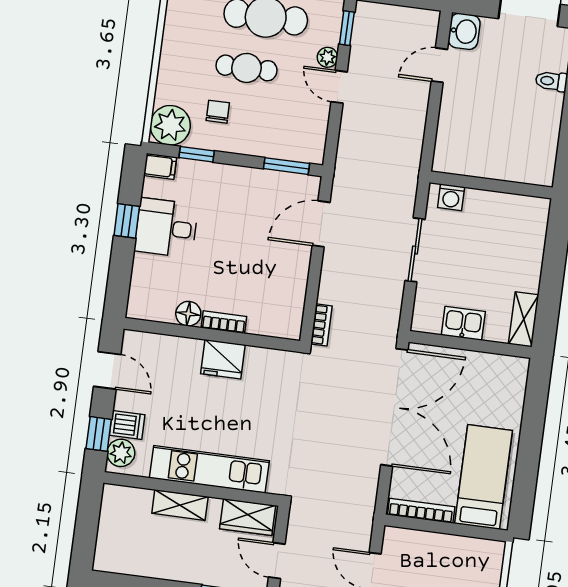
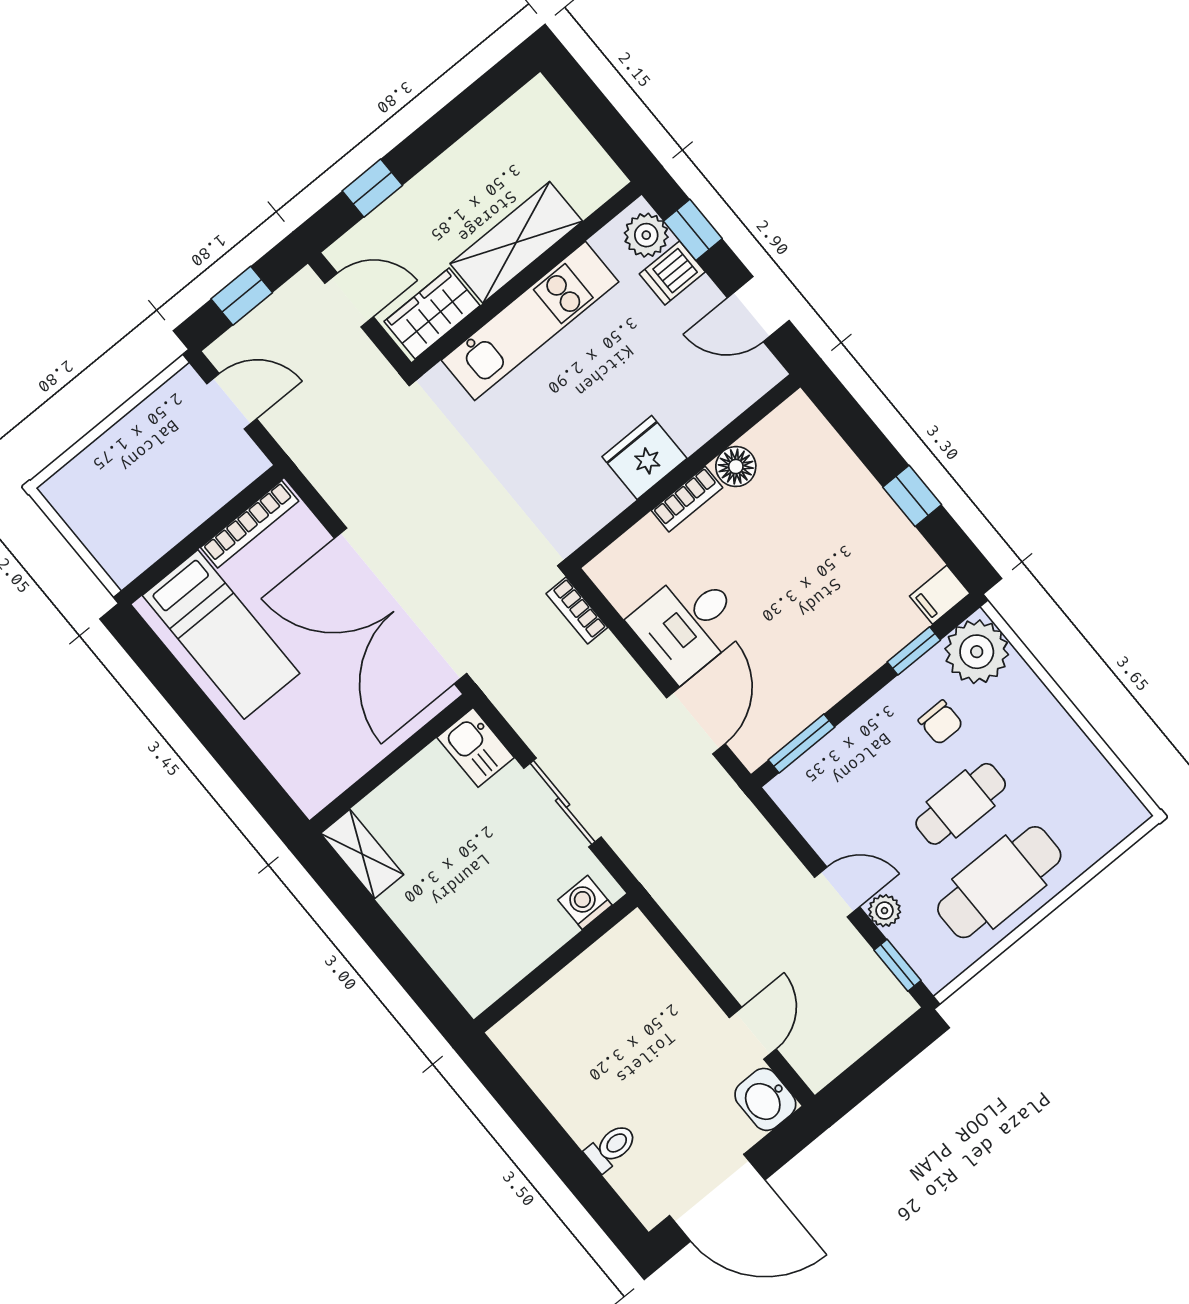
desk: (166, 228) -> (688, 624), moved, turned 180
kitchen sink: (463, 323) -> (476, 747), moved, turned 90
shelving: (180, 505) -> (516, 242), width x1.50, depth x1.33

